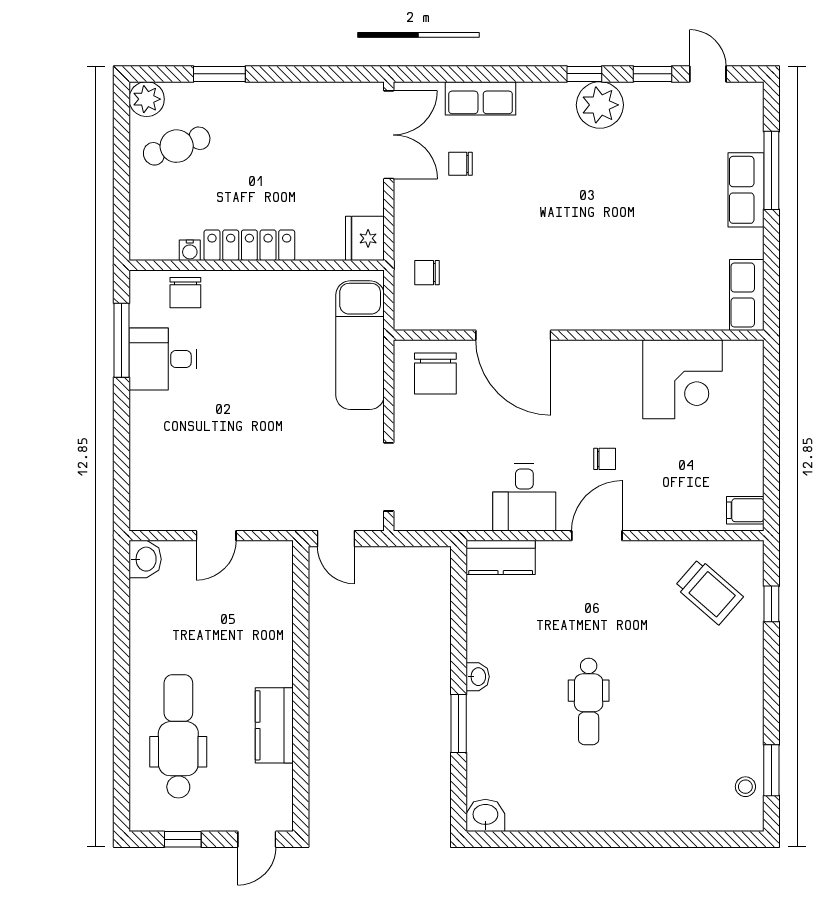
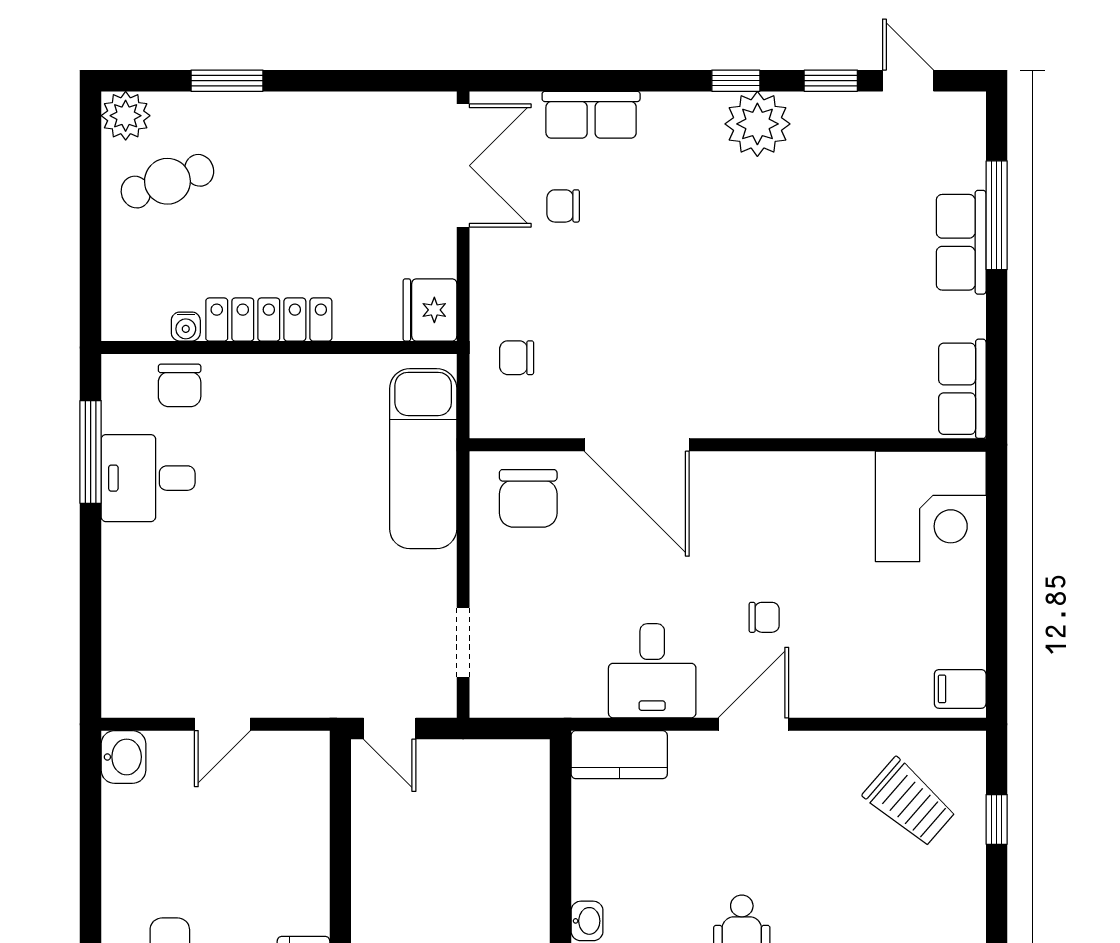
corner desk: (682, 379) -> (931, 506), moved
doorway: (389, 477) -> (463, 642), width x0.73

